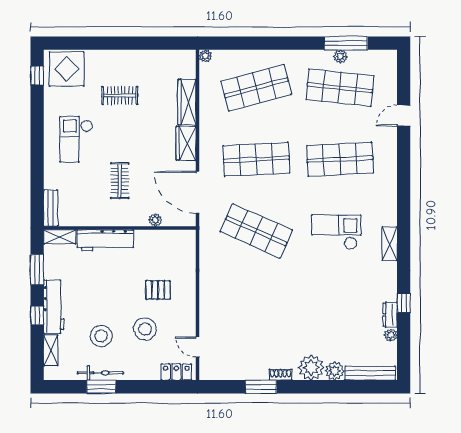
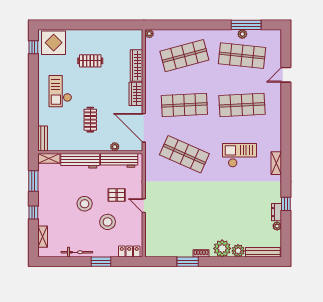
workbench: (54, 307) -> (119, 160), moved, turned 90
stool: (101, 336) -> (85, 204), moved
door: (198, 347) -> (144, 206), moved
window: (101, 387) -> (101, 262), moved

